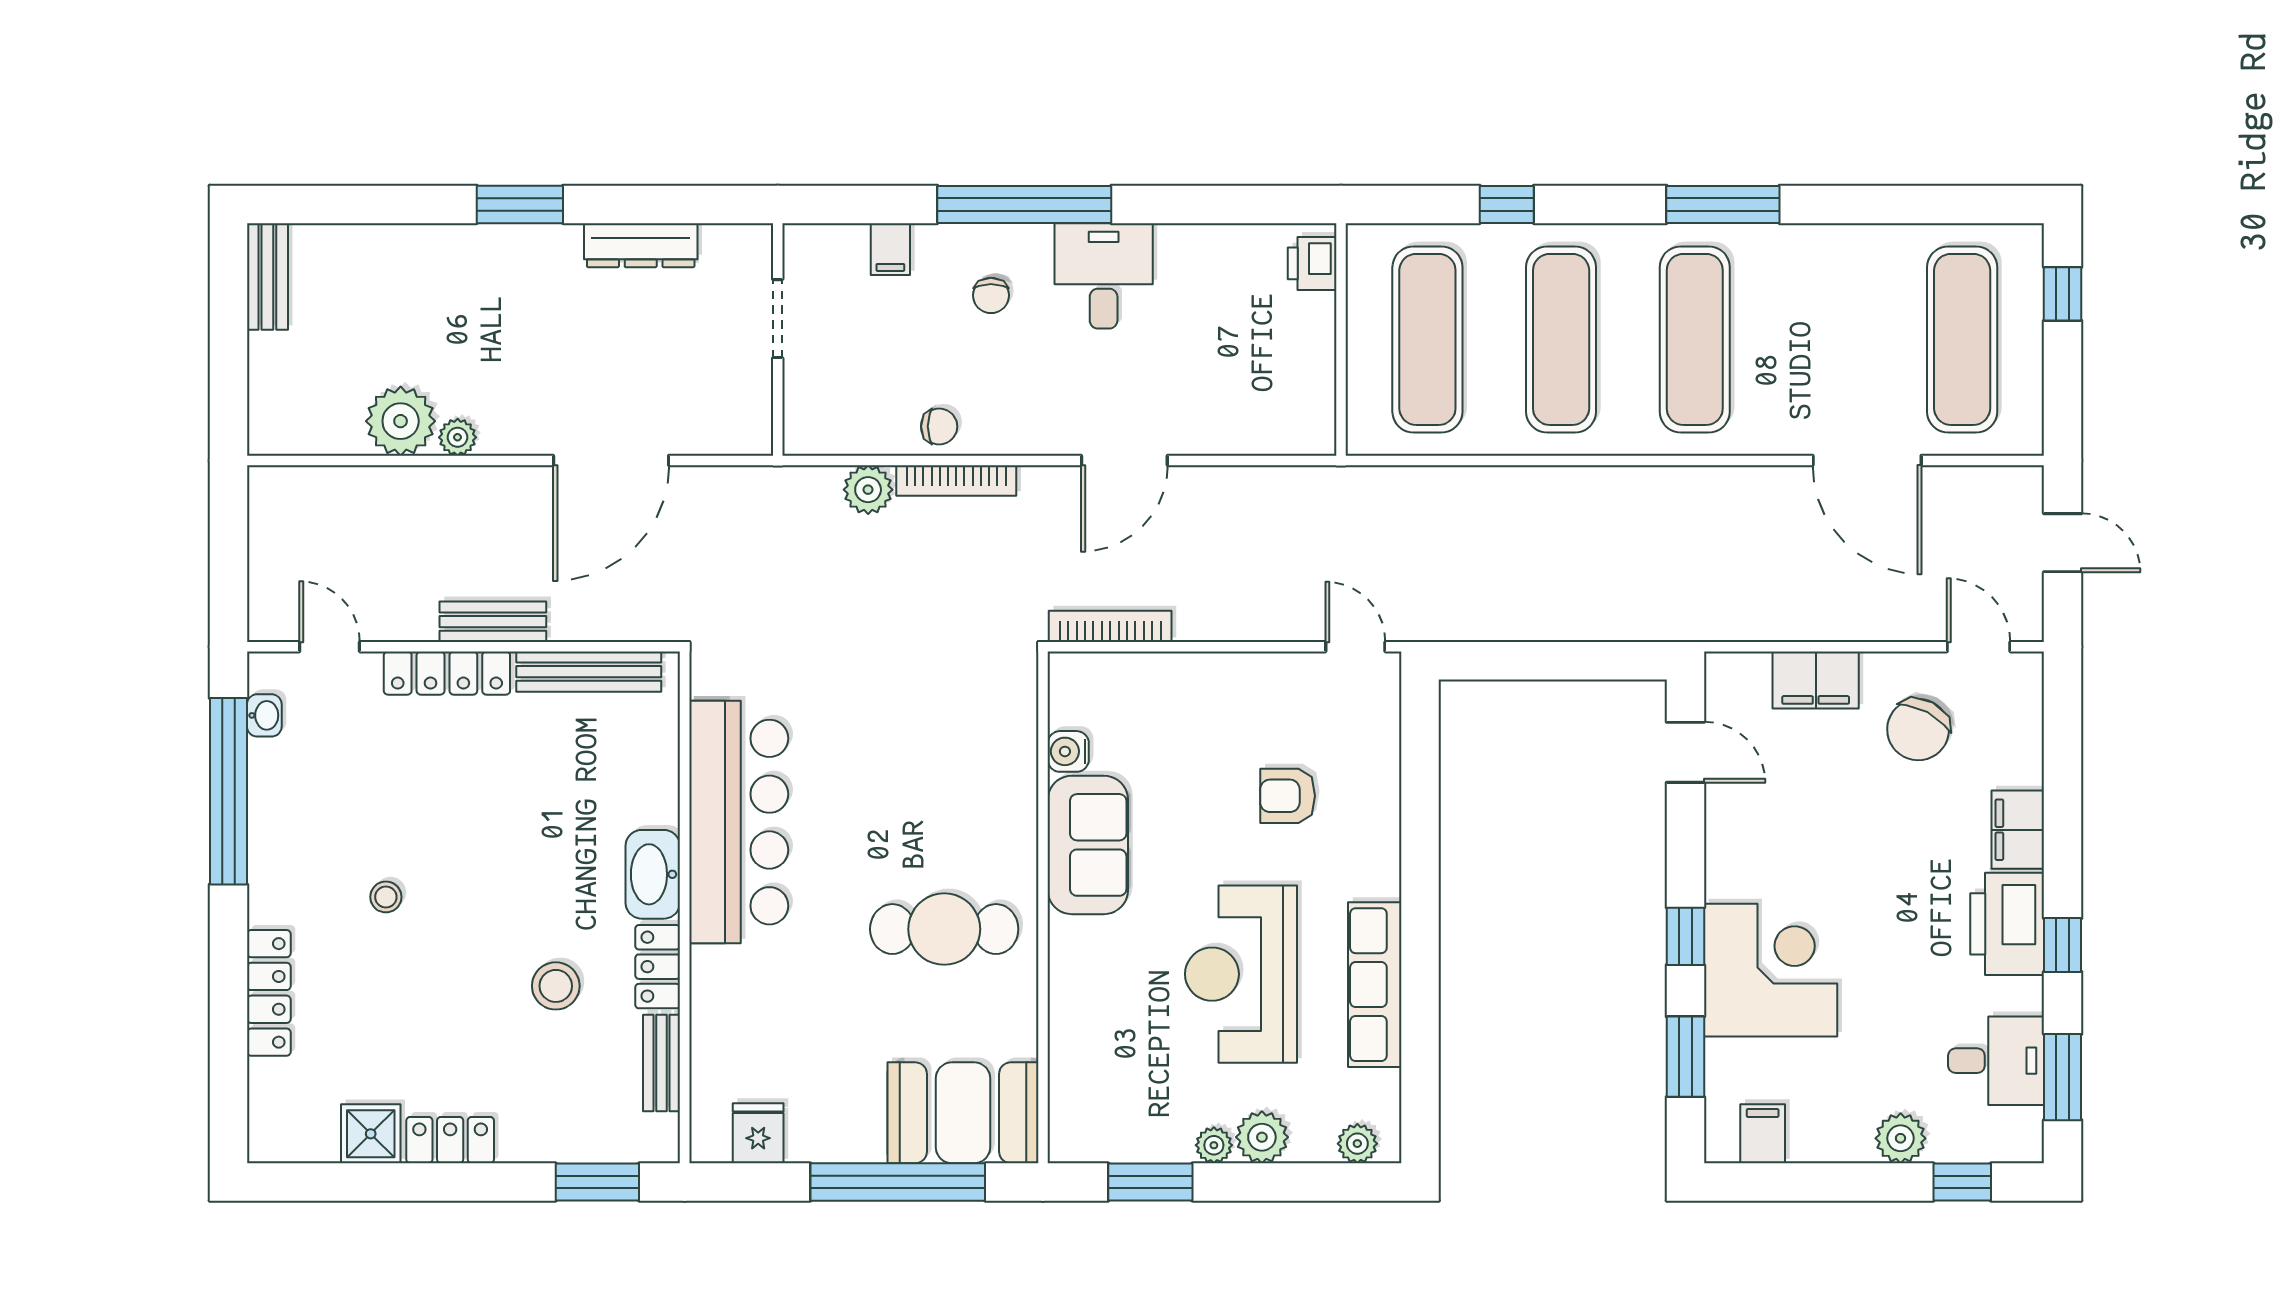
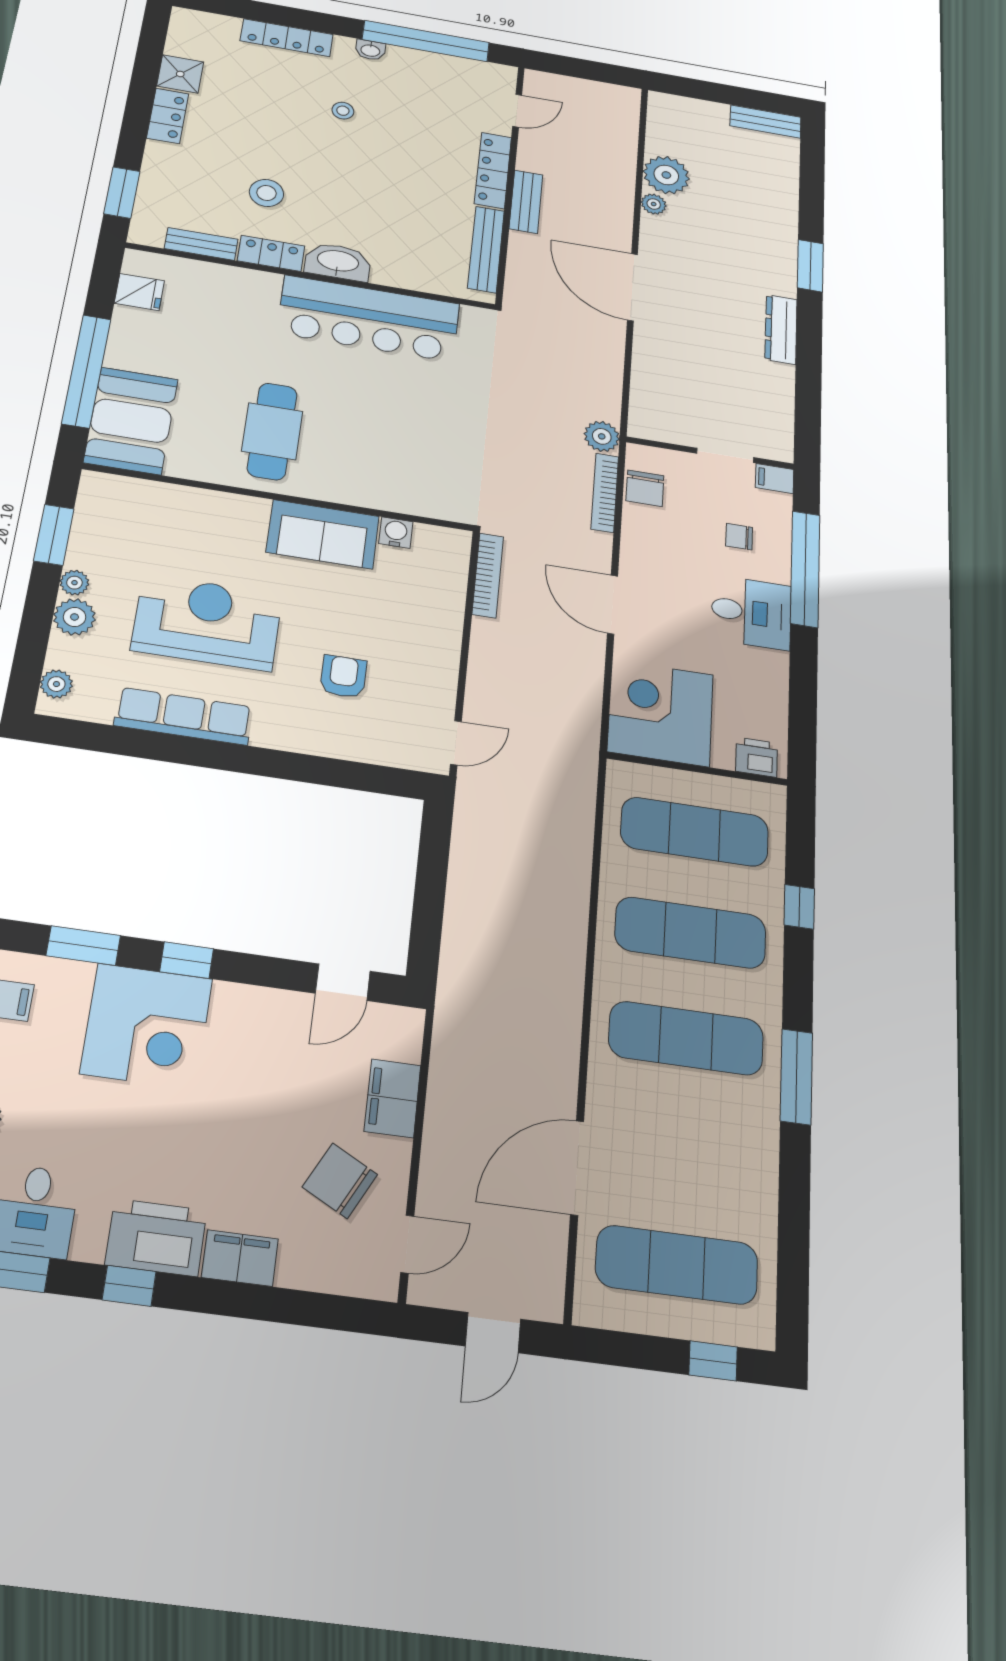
doorway: (778, 319) -> (725, 455), moved
wall: (778, 339) -> (710, 453), moved
corner desk: (1270, 390) -> (661, 713), added
chair: (939, 426) -> (645, 488), width x1.37, depth x1.37
washbasin: (264, 715) -> (370, 50), moved

